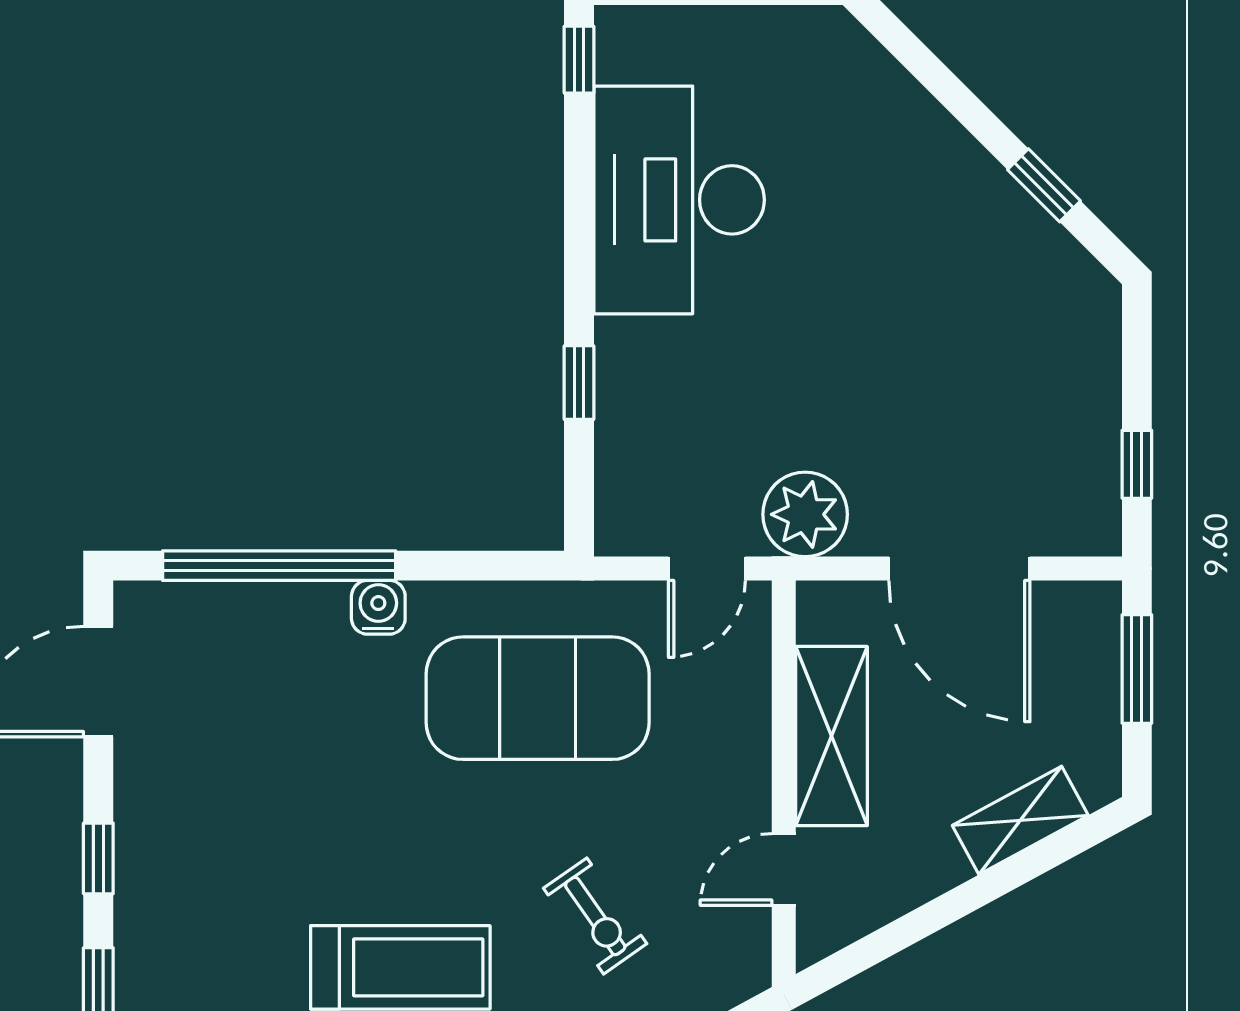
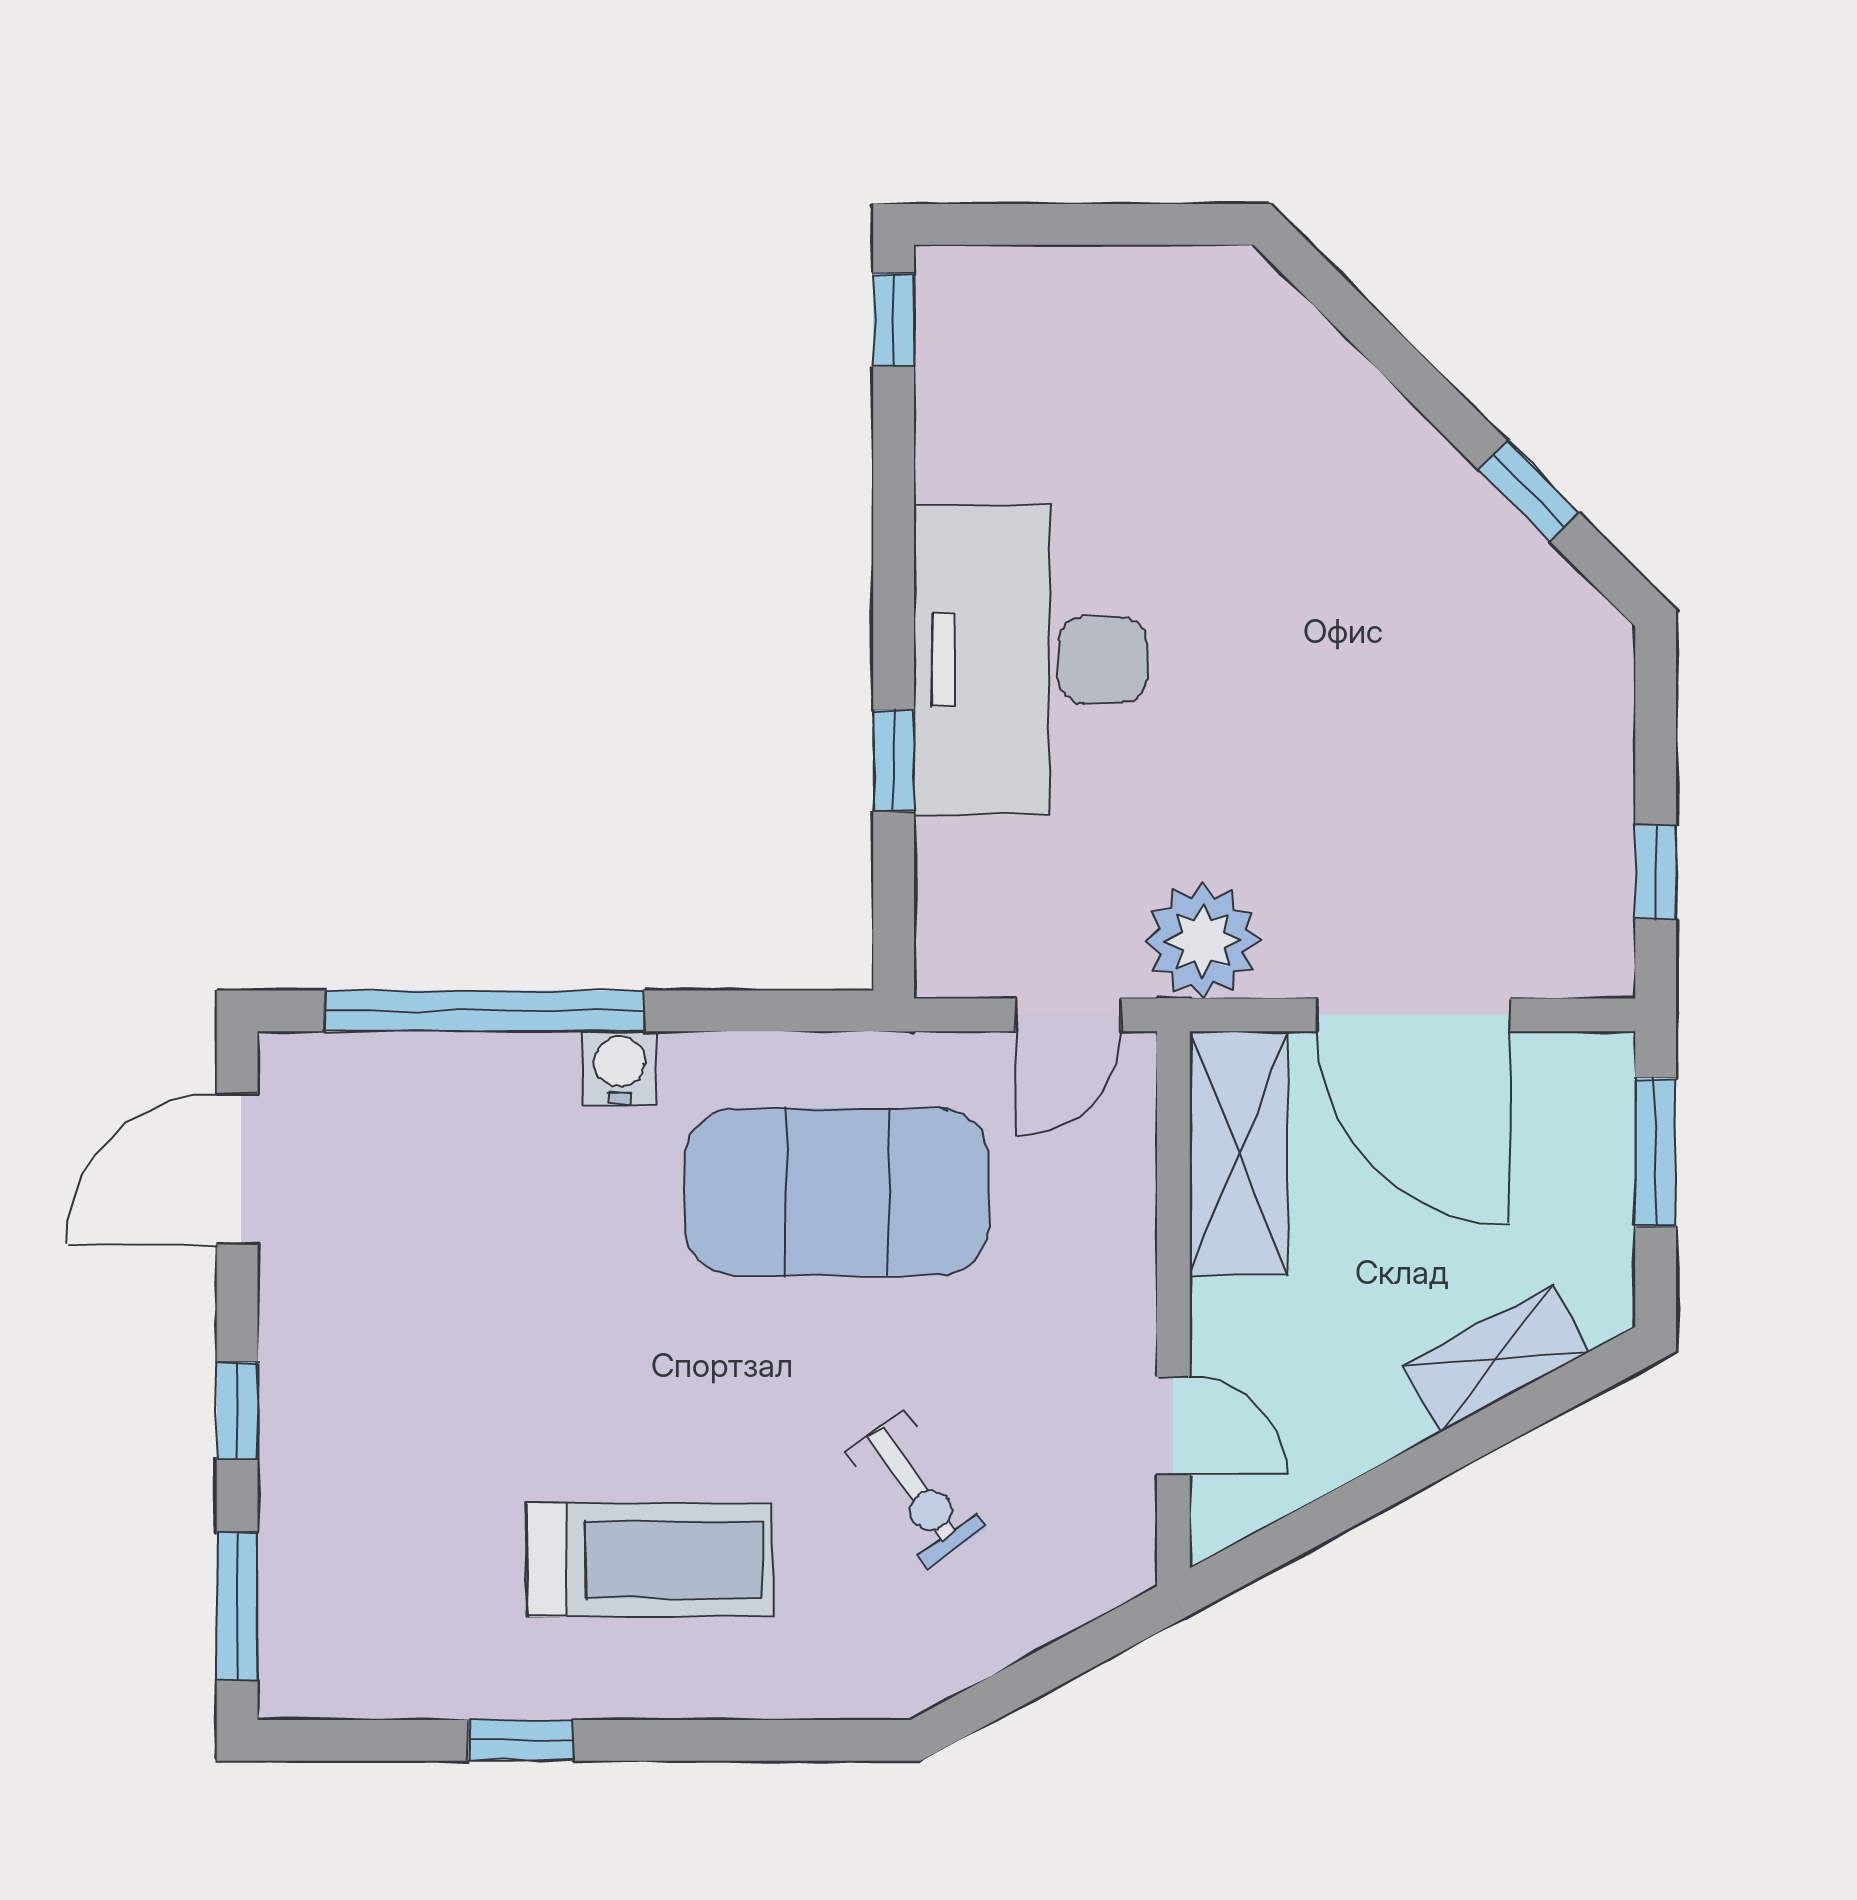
desk: (679, 200) -> (1030, 660), moved
shelving: (831, 736) -> (1239, 1153), moved
door: (784, 869) -> (1173, 1426), swing flipped

